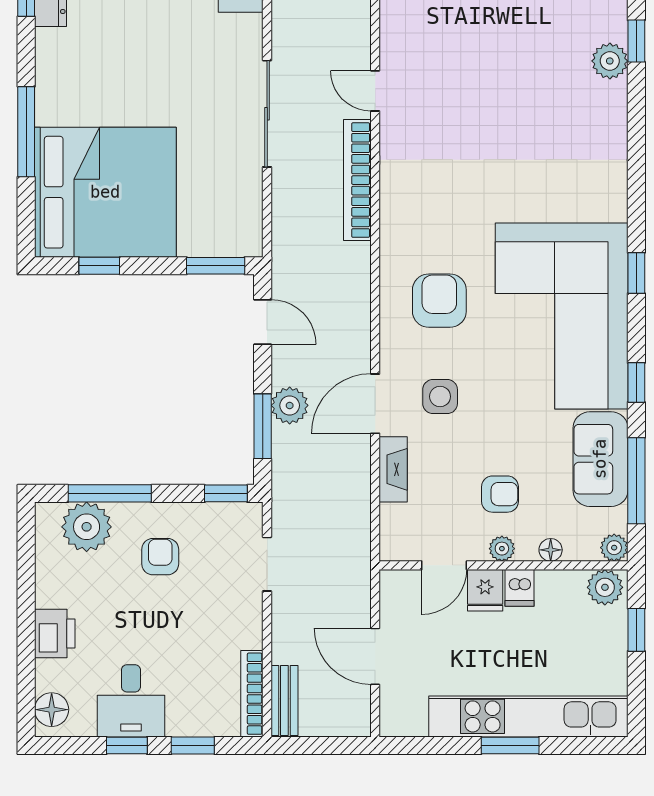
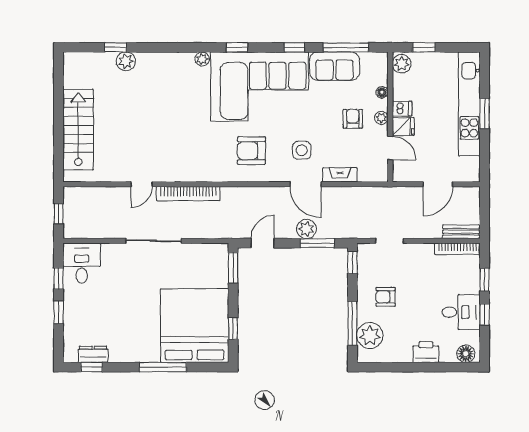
plant: (614, 548) -> (202, 59), moved

